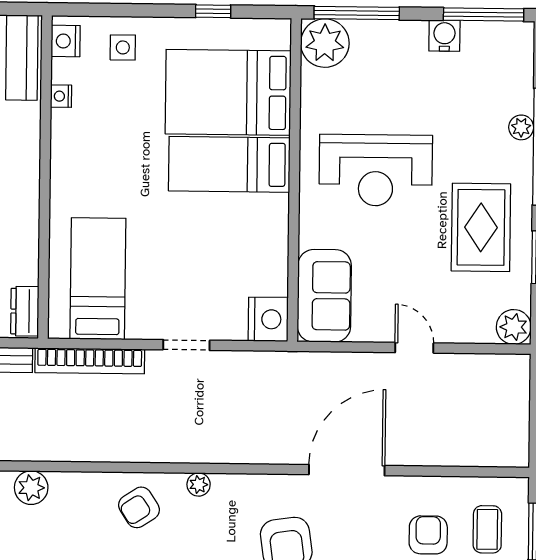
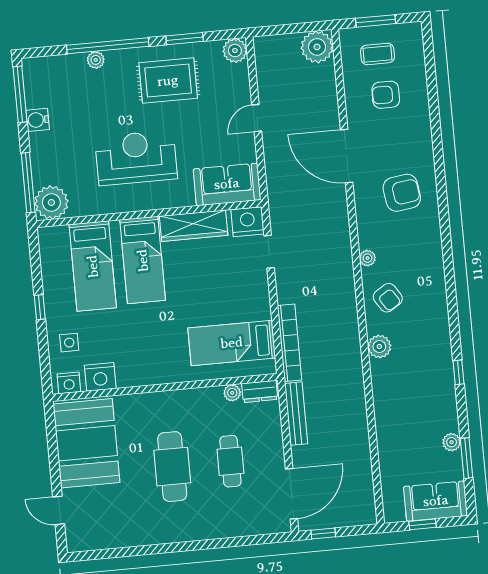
window: (213, 11) -> (40, 307), moved
bed: (228, 92) -> (93, 266), width x0.67
nightstand: (61, 96) -> (100, 377), width x1.89, depth x1.79
reception desk: (376, 170) -> (136, 158), turned -90
wardrobe: (271, 242) -> (194, 226), added
plant: (27, 272) -> (232, 393), added
doorway: (186, 345) -> (269, 252), moved
plant: (507, 444) -> (317, 47), added
plant: (31, 488) -> (379, 346), moved

